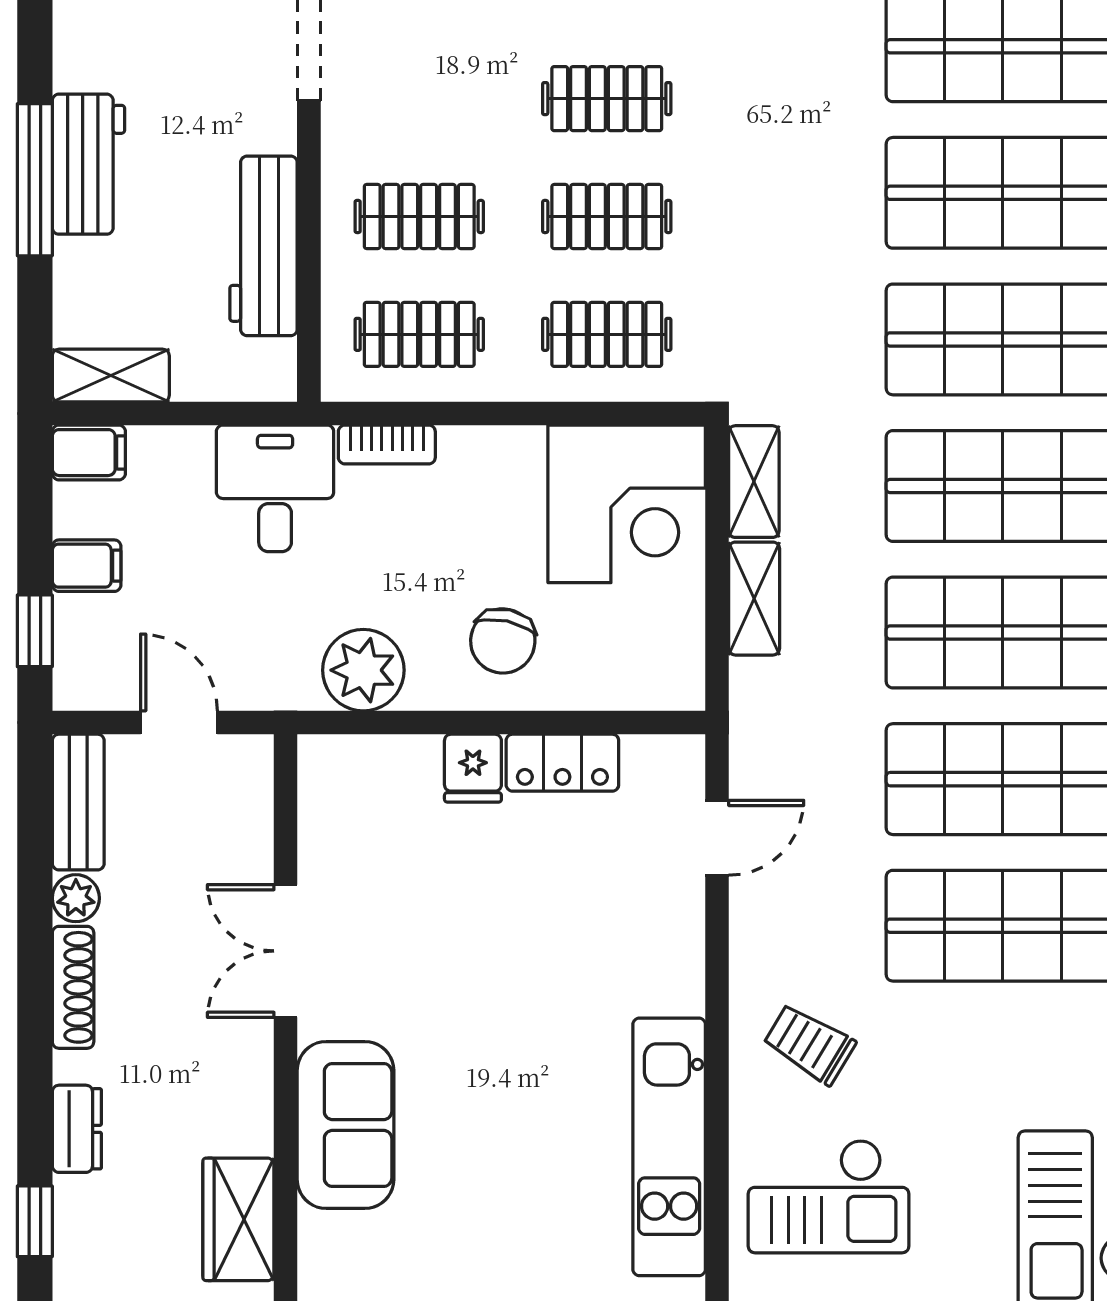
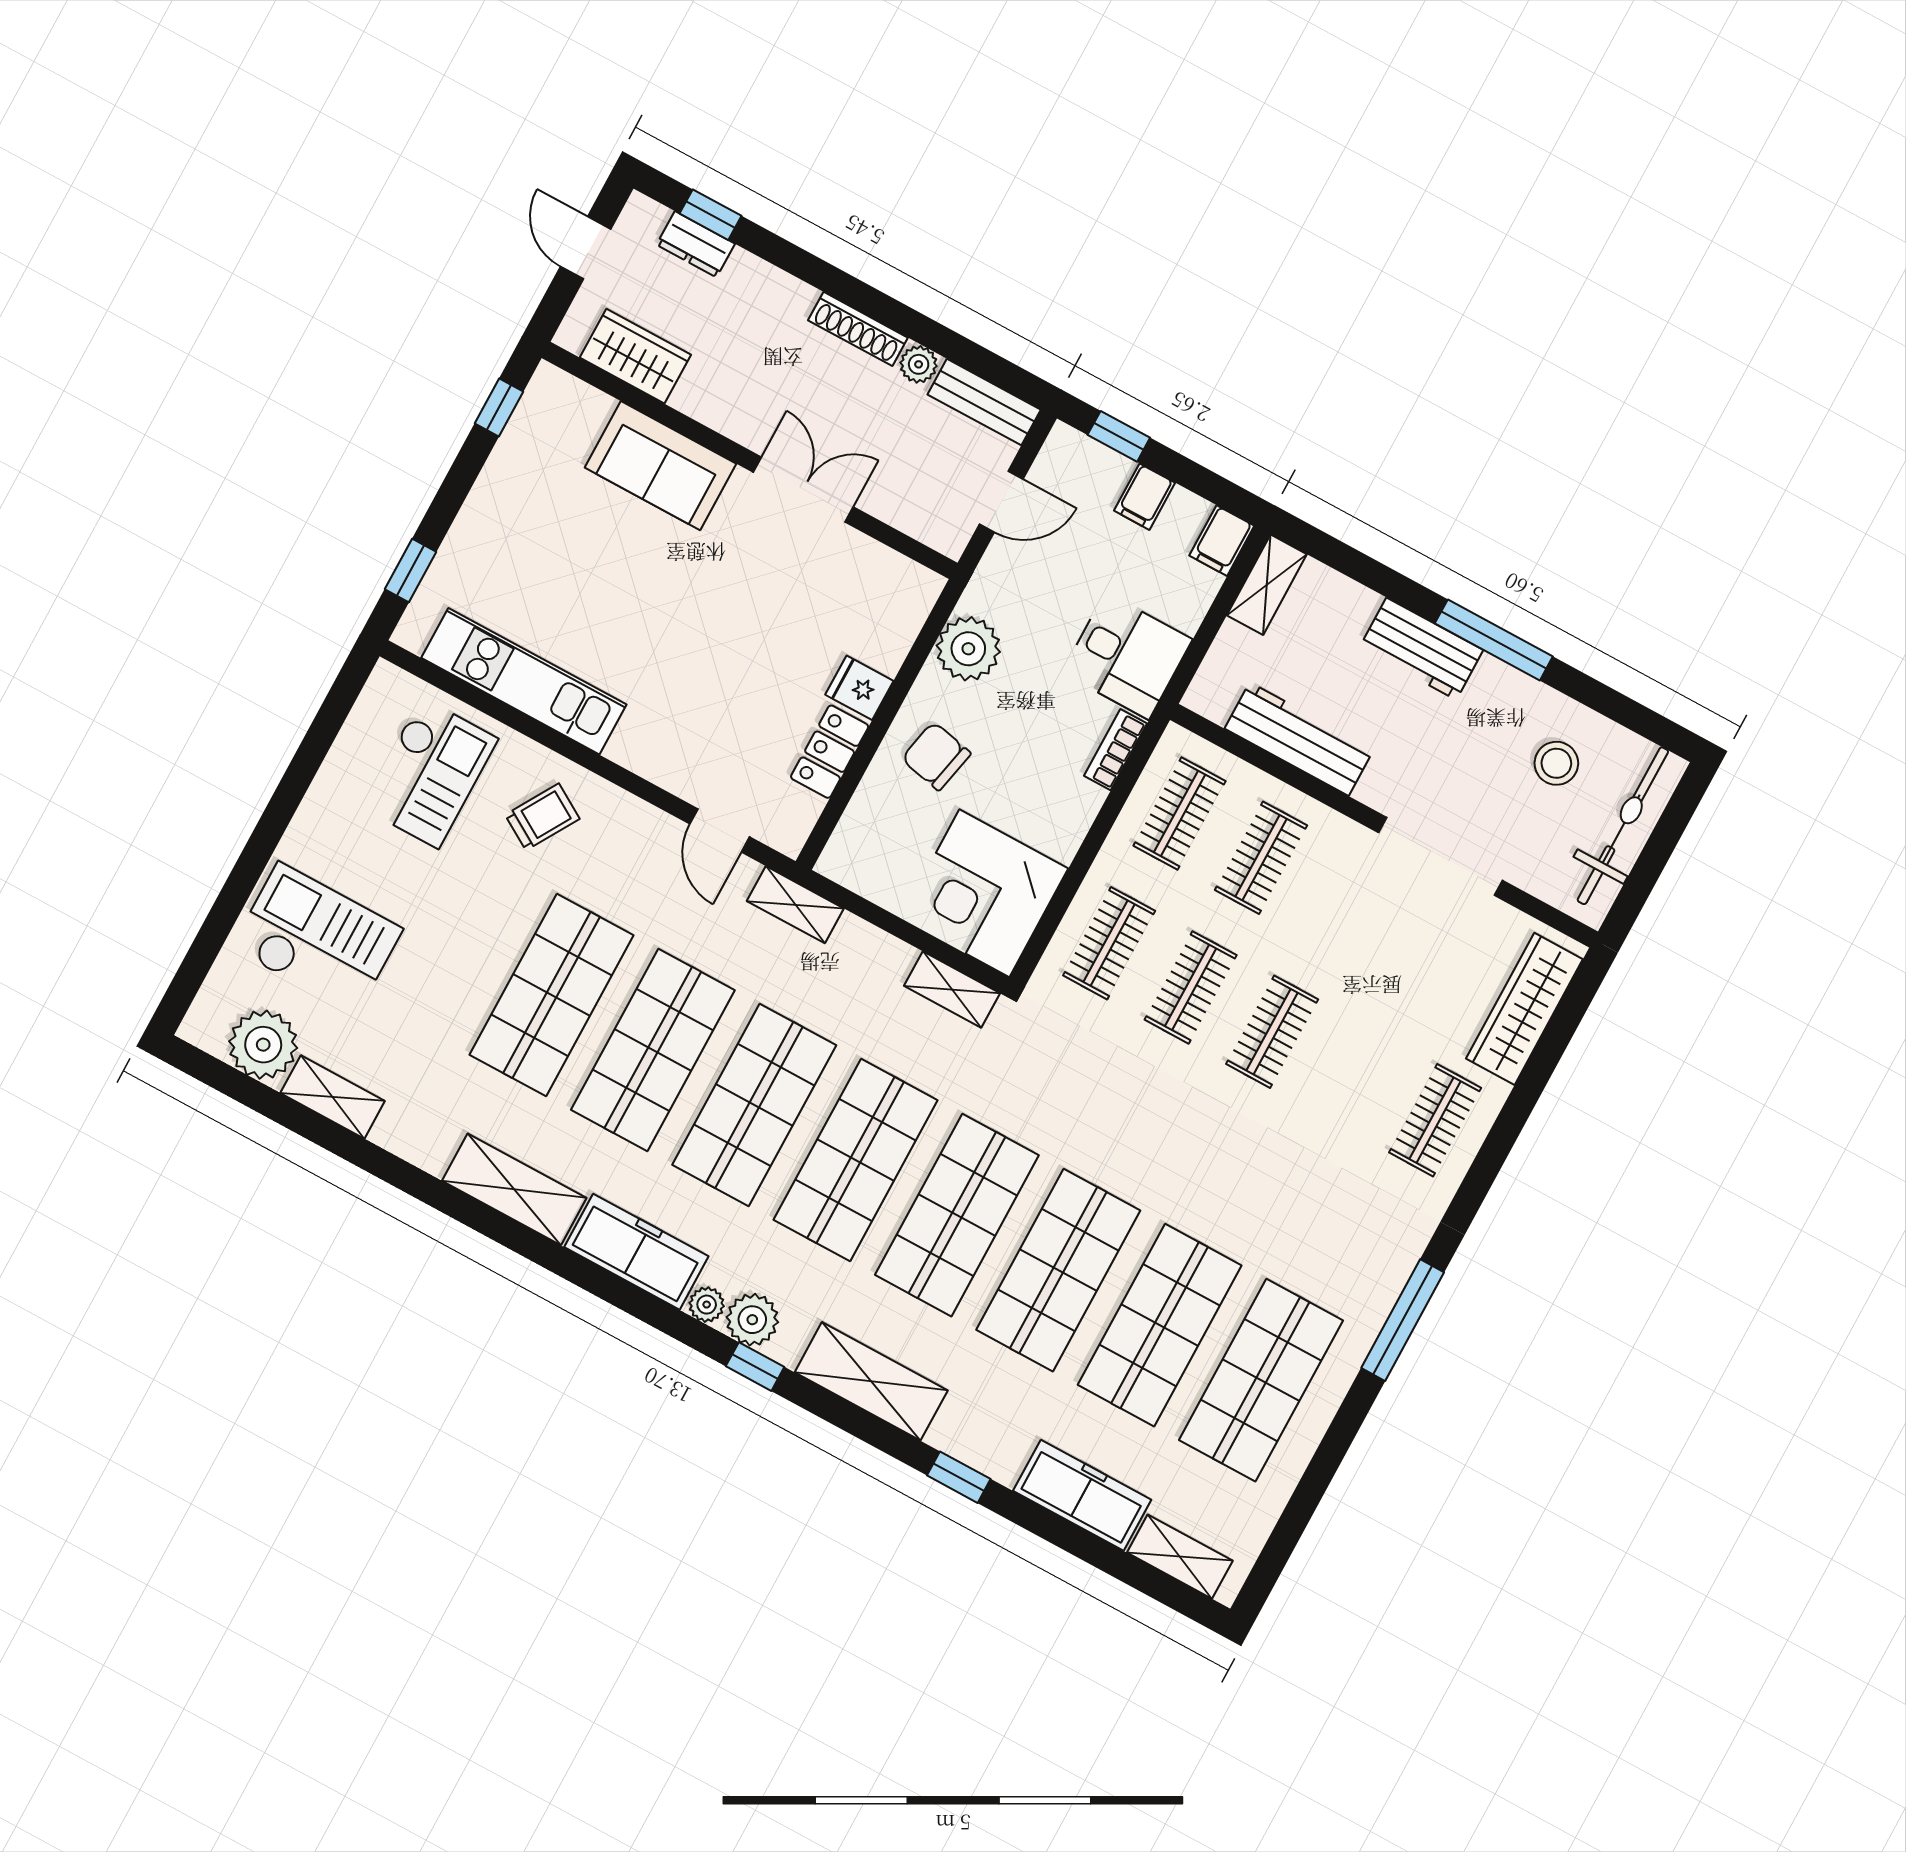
window: (35, 180) -> (1494, 640), moved
shelving: (754, 599) -> (795, 905), moved
dresser: (77, 1129) -> (696, 244), moved
checkout: (829, 1196) -> (430, 773), turned 180

